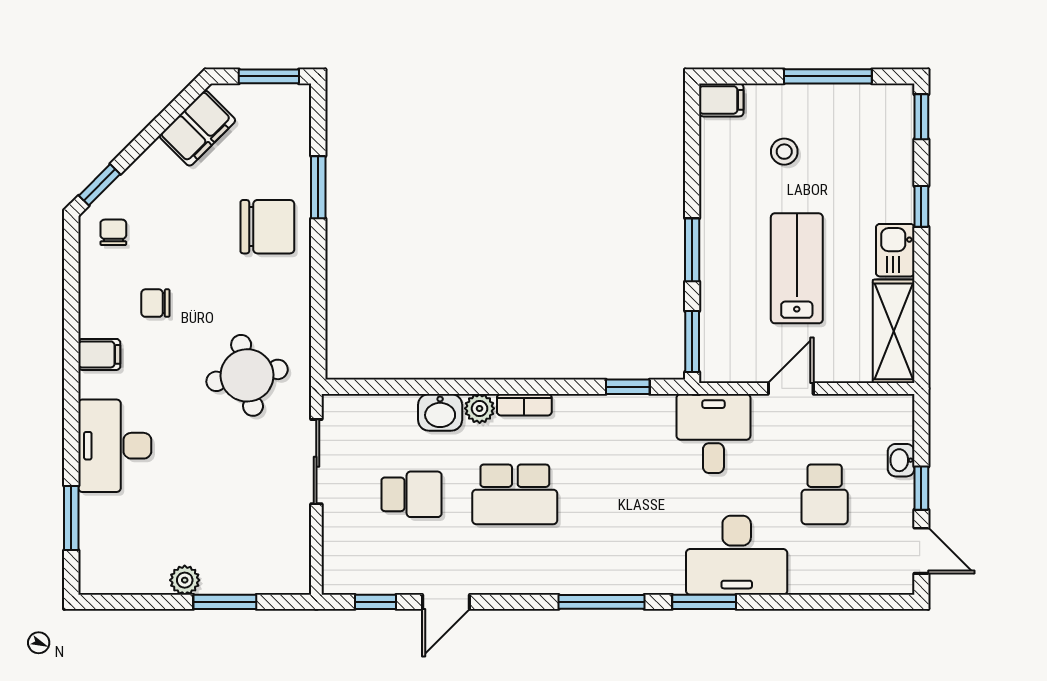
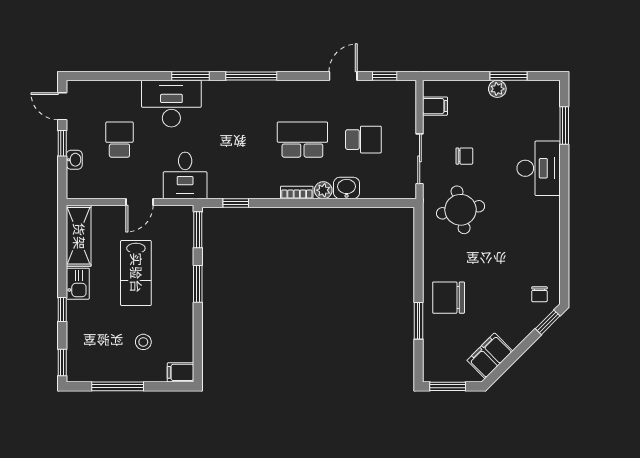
chair: (155, 303) -> (464, 156), moved
filing cabinet: (99, 354) -> (435, 106), moved, turned 180
school desk: (412, 494) -> (363, 140), turned 180
window: (225, 602) -> (509, 76), moved

